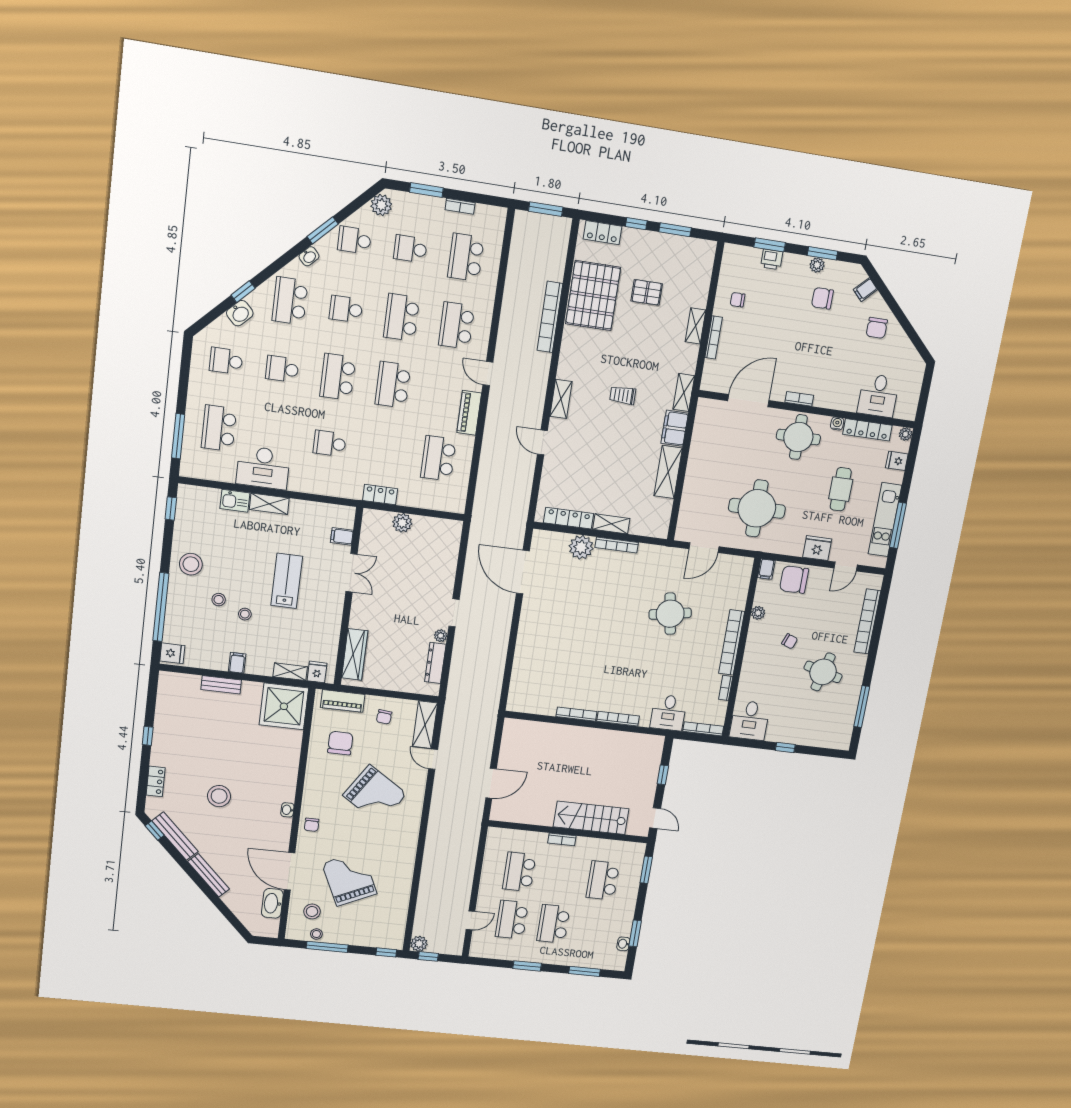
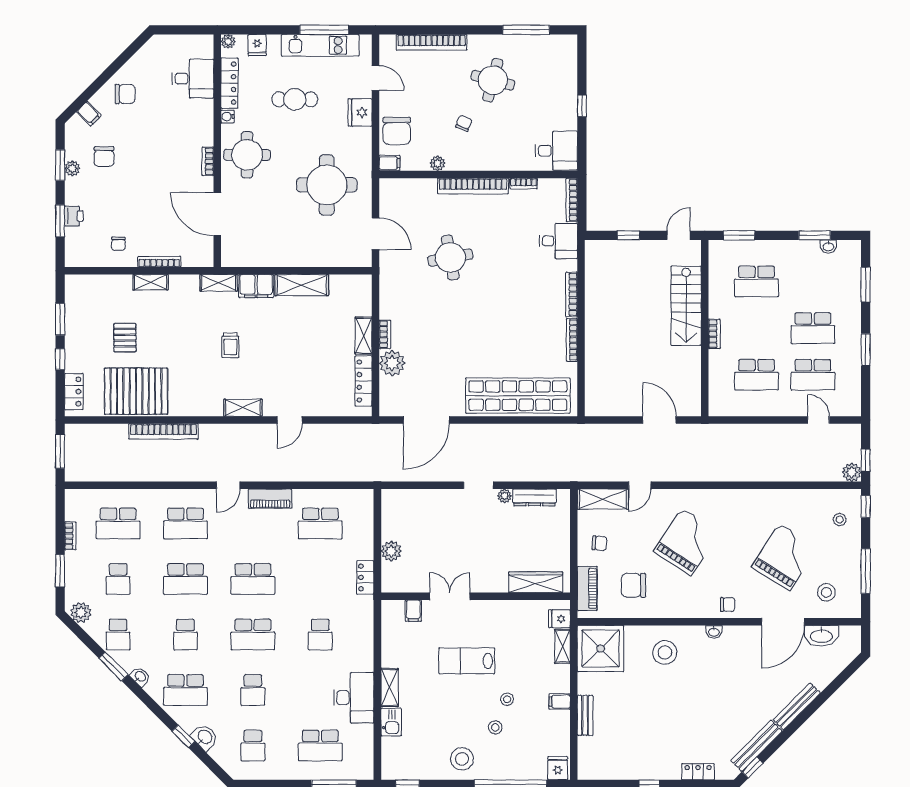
bookcase: (617, 545) -> (385, 334), width x0.64
shop shelf: (533, 659) -> (518, 396), added
stool: (219, 796) -> (665, 652), moved
grand piano: (349, 879) -> (784, 557), turned 147
stool: (316, 934) -> (840, 520), moved

